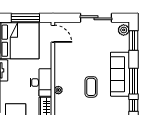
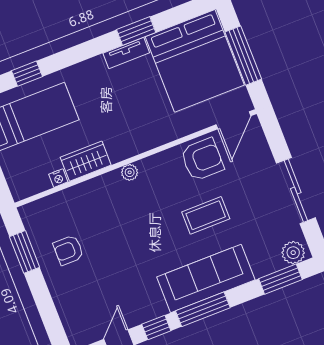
armchair: (65, 55) -> (202, 159), added
desk: (41, 82) -> (131, 133), removed
coffee table: (91, 87) -> (206, 215), moved

